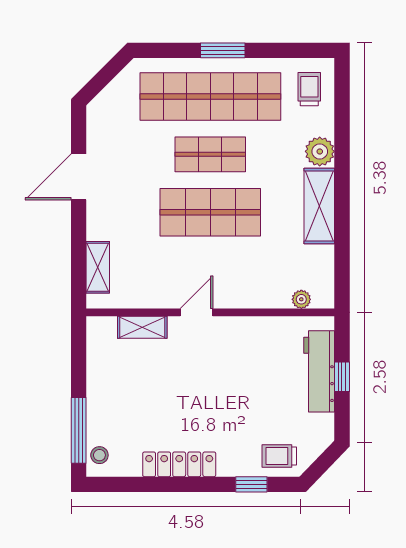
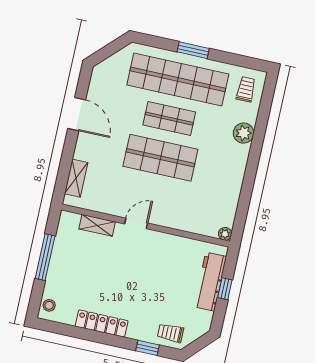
door: (79, 177) -> (77, 114), swing flipped
shelving: (319, 206) -> (235, 170), removed
plant: (301, 299) -> (225, 234), moved
window: (79, 430) -> (45, 257), moved

